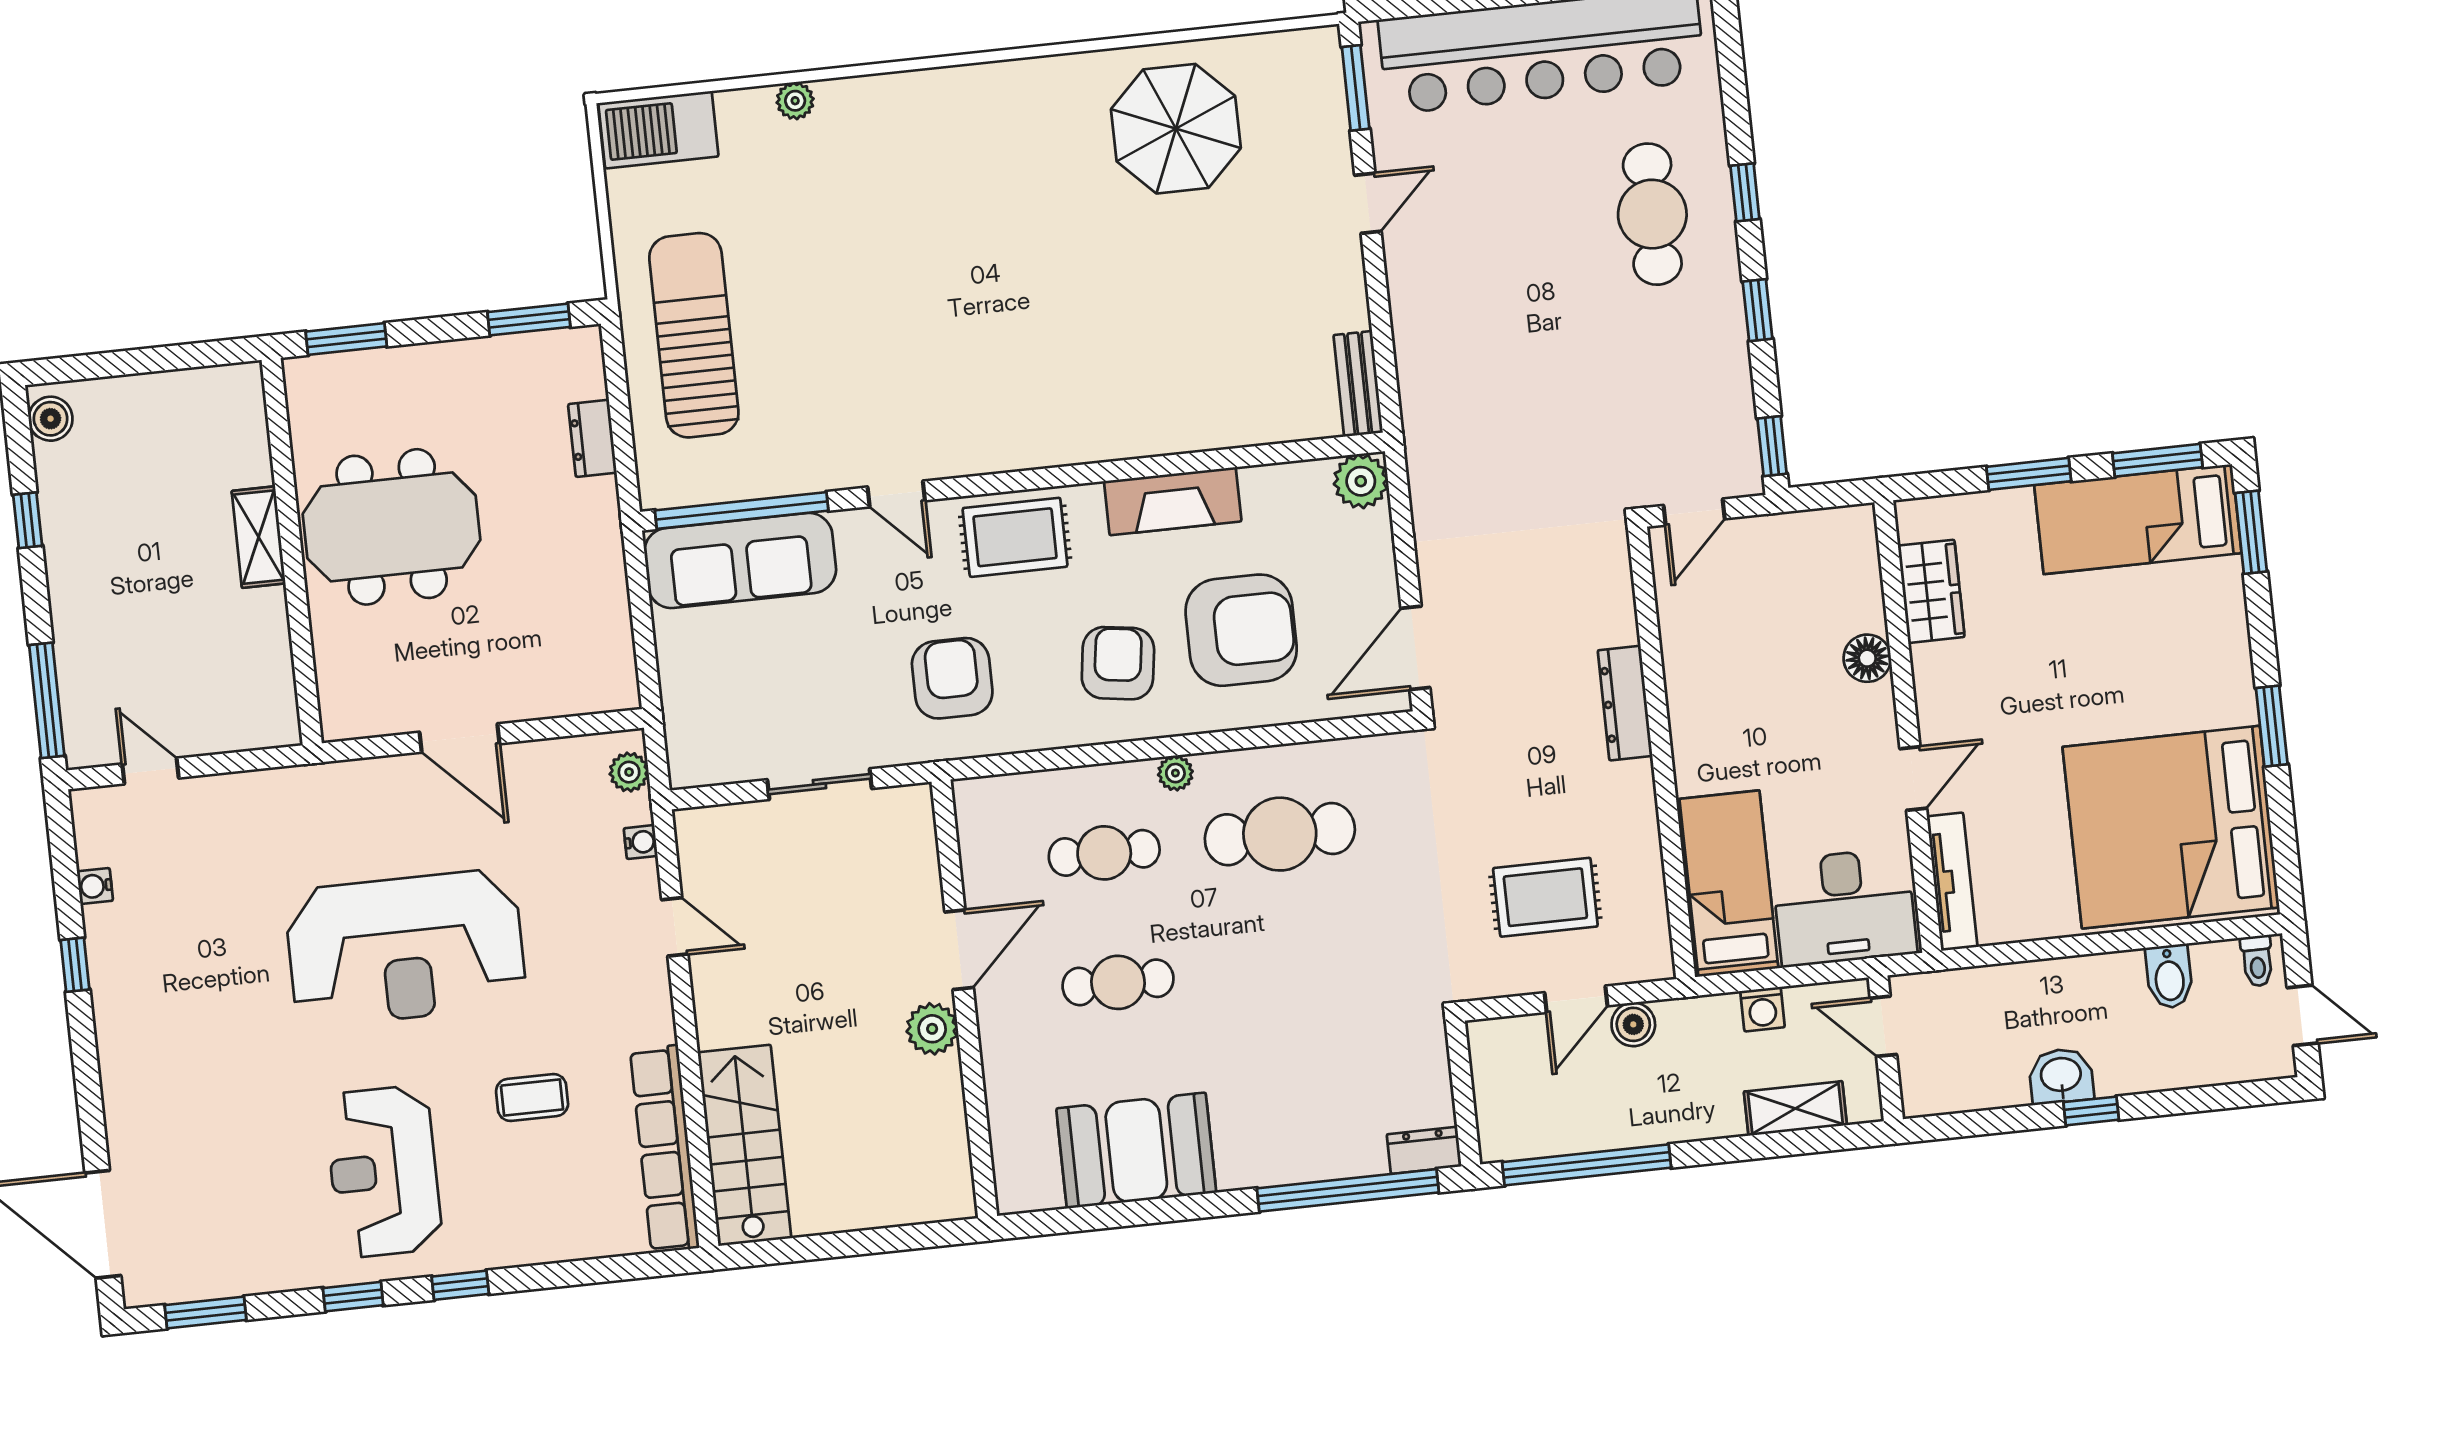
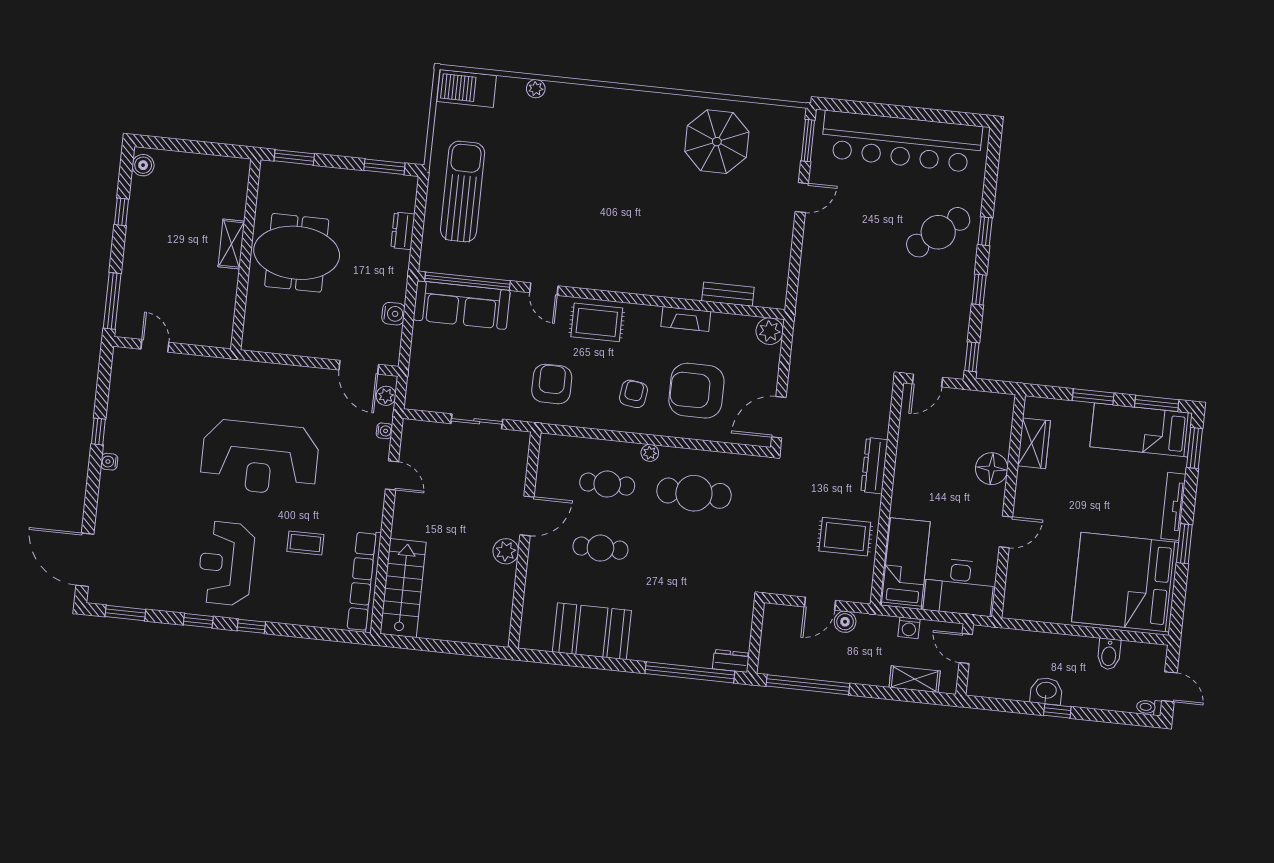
cafe table: (1652, 214) -> (938, 232), turned 51
bench: (1358, 384) -> (728, 294), moved, turned 90
fireplace: (1173, 501) -> (686, 319), width x0.73, depth x0.76
water cooler: (609, 606) -> (393, 314), added
armchair: (1241, 630) -> (696, 391), turned 180
floor lamp: (1867, 658) -> (992, 469), width x1.38, depth x1.38
armchair: (1118, 663) -> (633, 394), width x0.72, depth x0.72
door: (459, 738) -> (359, 367), moved
tv unit: (1952, 882) -> (1173, 506), moved, turned 180
water cooler: (95, 886) -> (109, 462), moved
rug: (1545, 897) -> (845, 537), moved
toilet: (2257, 961) -> (1149, 707), moved, turned 90

